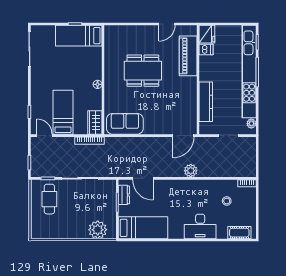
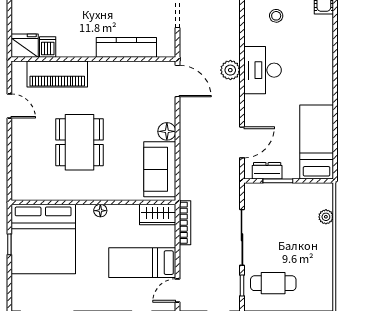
bed: (79, 36) -> (43, 239), width x2.04
floor lamp: (150, 129) -> (167, 131), added
desk: (200, 226) -> (262, 70), moved, turned 180
plant: (98, 230) -> (326, 217), width x0.53, depth x0.53

